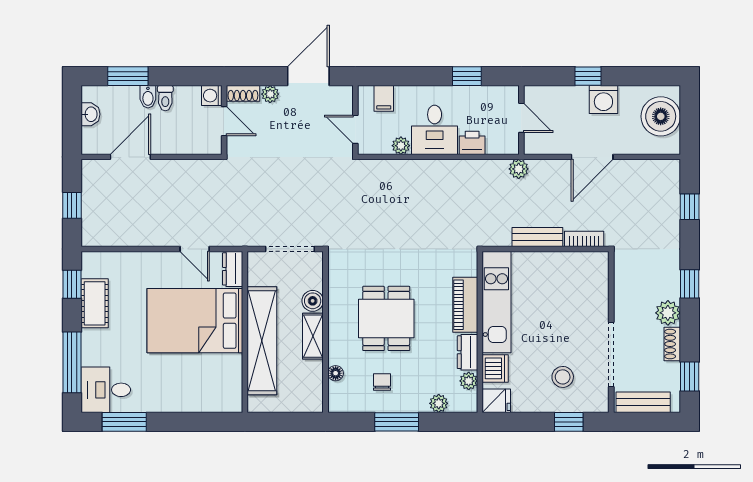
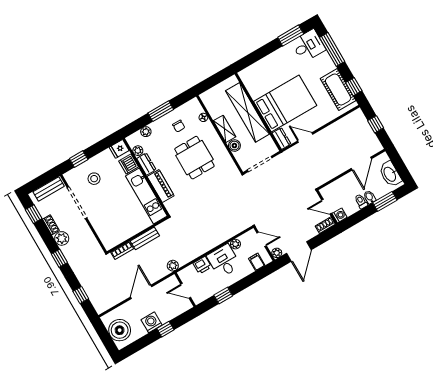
plant: (270, 94) -> (277, 253), moved
washbasin: (91, 114) -> (390, 174), width x1.91, depth x1.45
cot: (95, 303) -> (338, 89), width x1.37, depth x1.34

